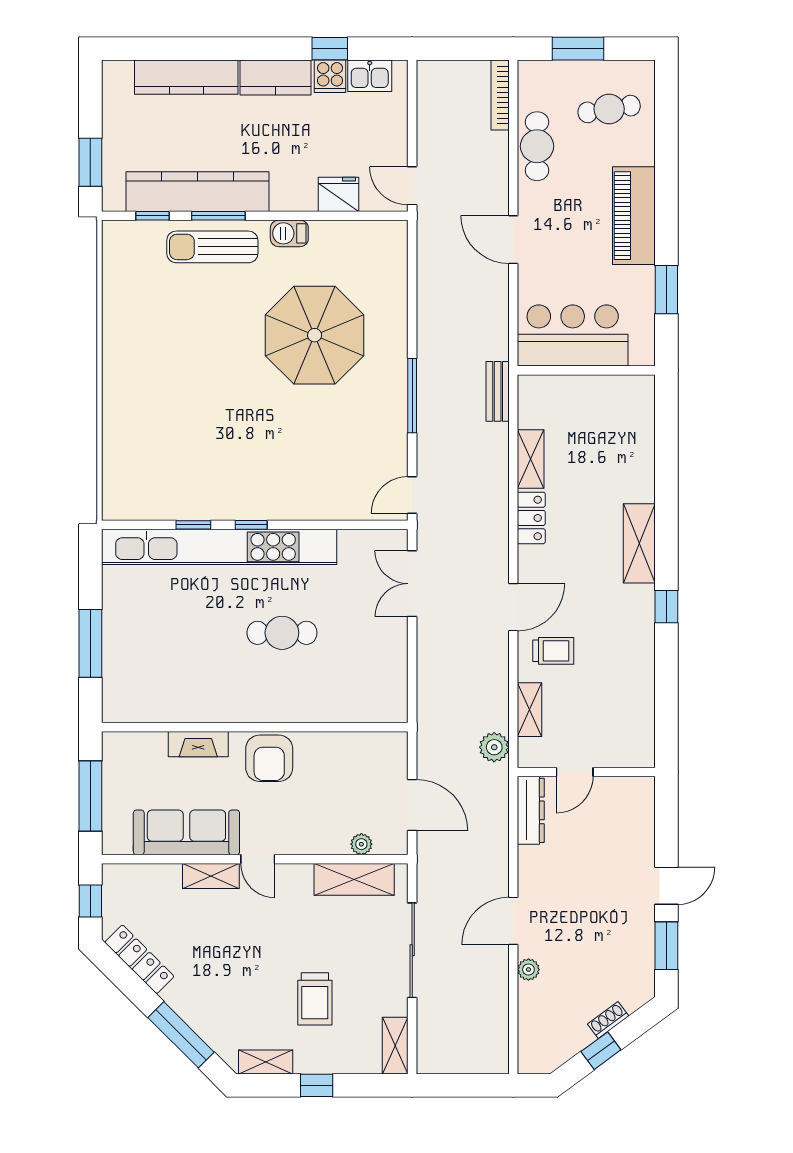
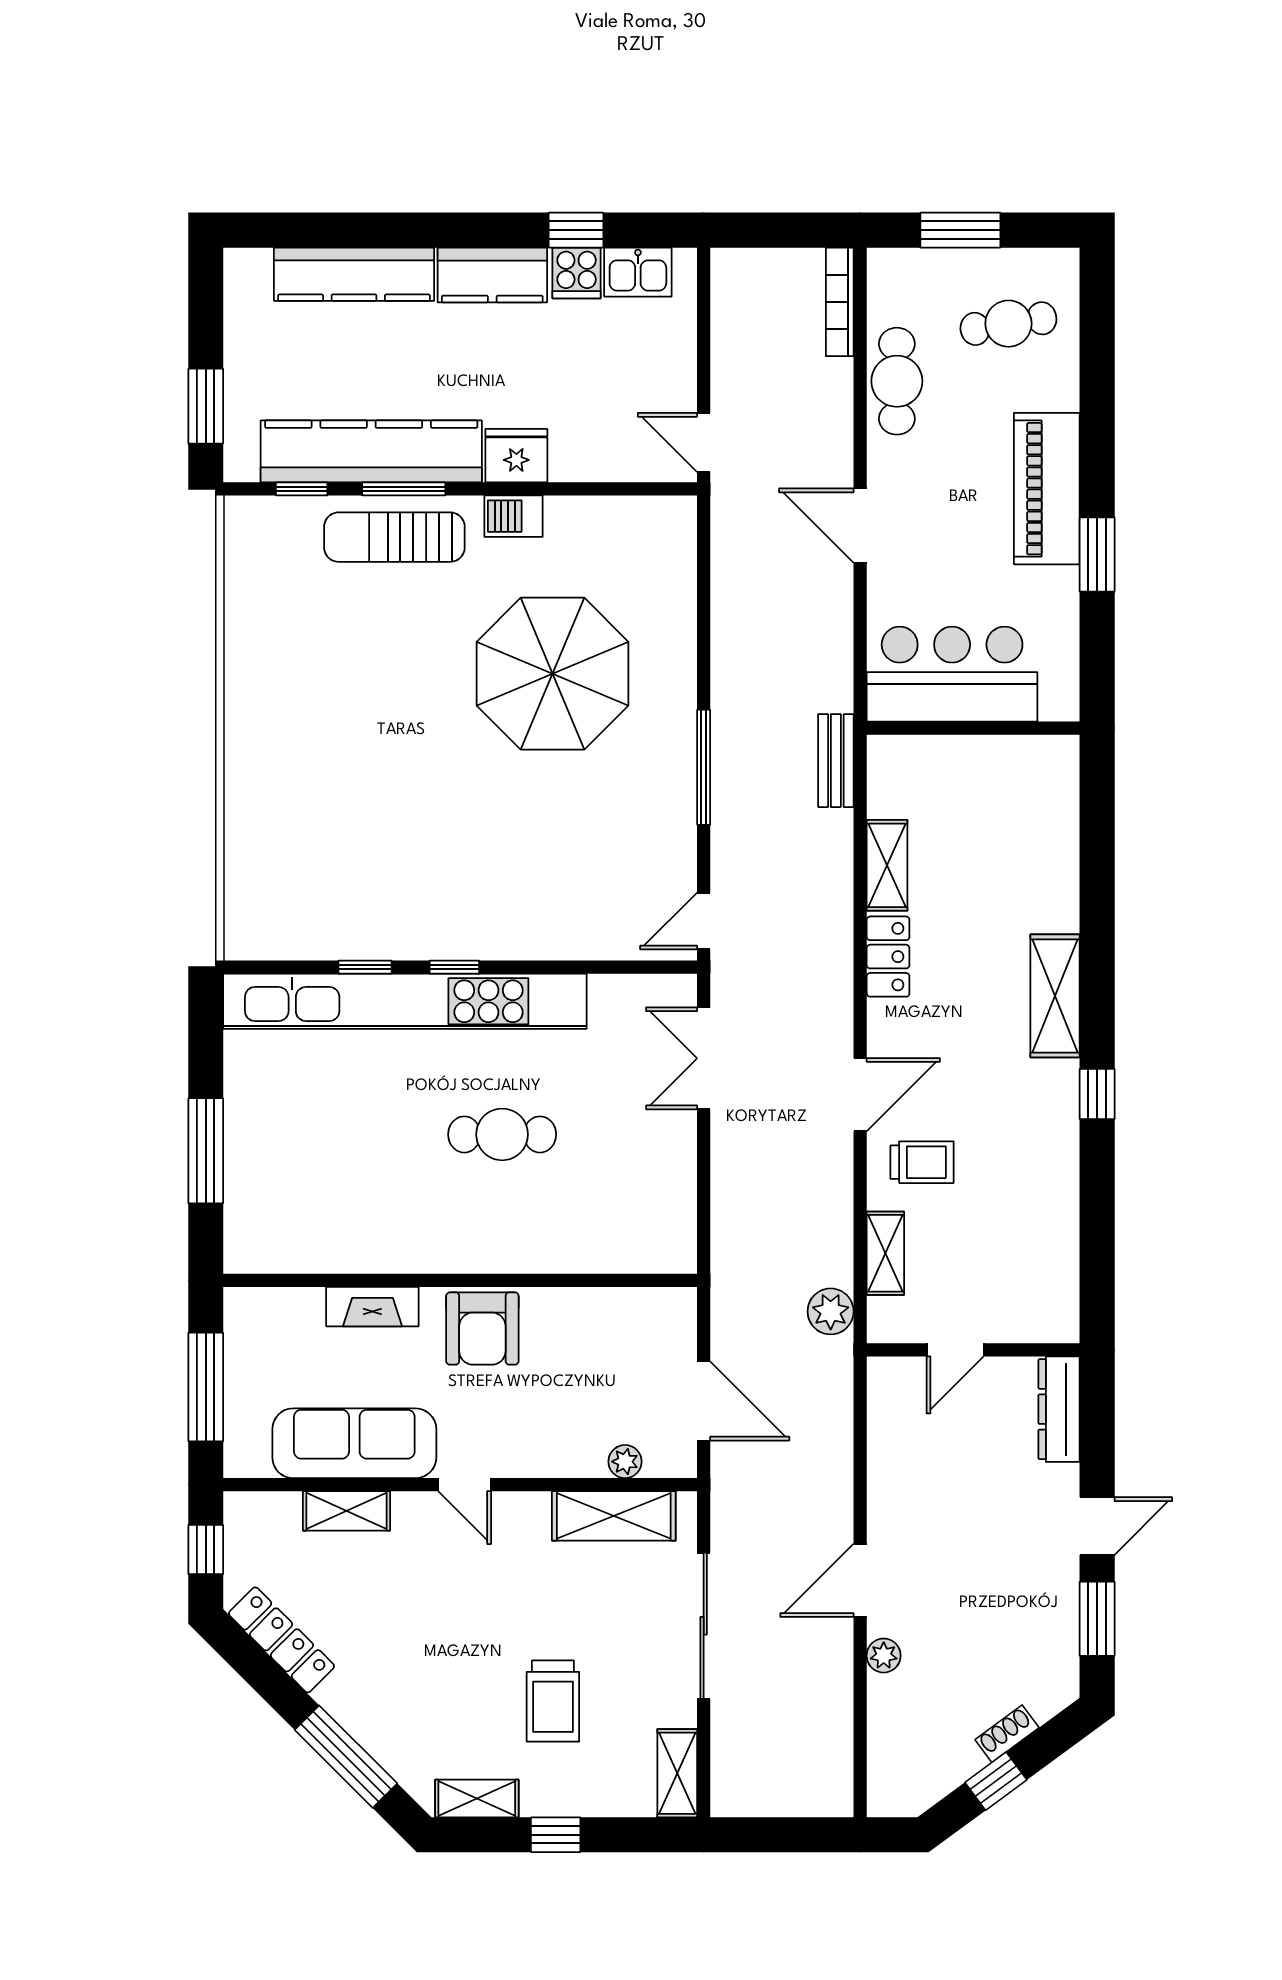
fridge: (339, 194) -> (516, 456), moved
window: (666, 290) -> (1097, 554), moved
dresser: (531, 810) -> (1059, 1409), moved, turned 180
shelving: (211, 876) -> (347, 1511), moved

